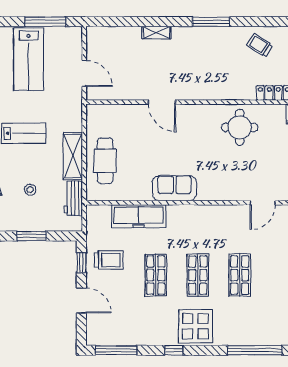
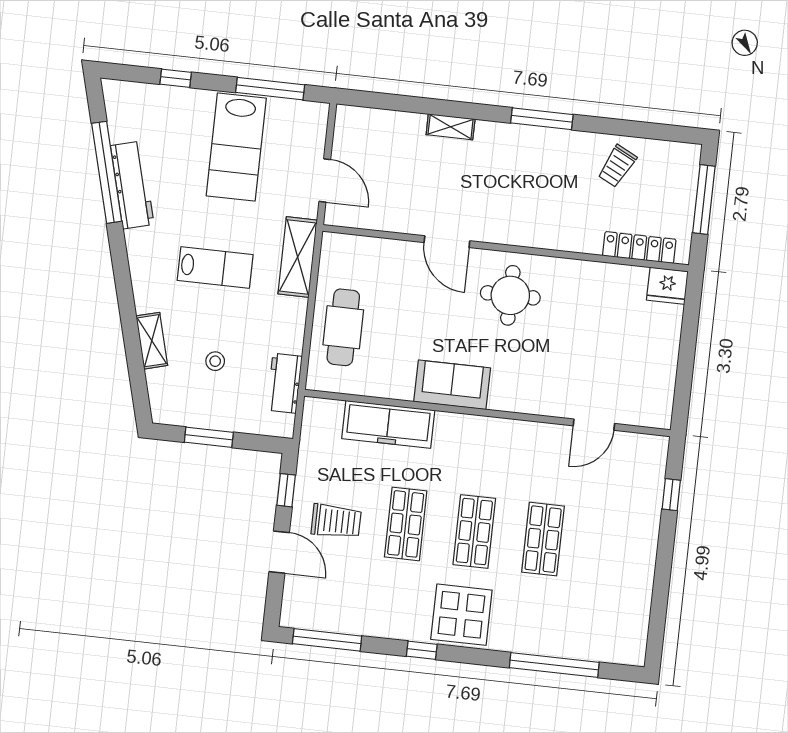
trolley: (259, 45) -> (617, 166), turned -96
round table: (240, 127) -> (510, 295), moved
shelving: (73, 156) -> (298, 257), moved
trolley: (109, 260) -> (336, 521), moved

